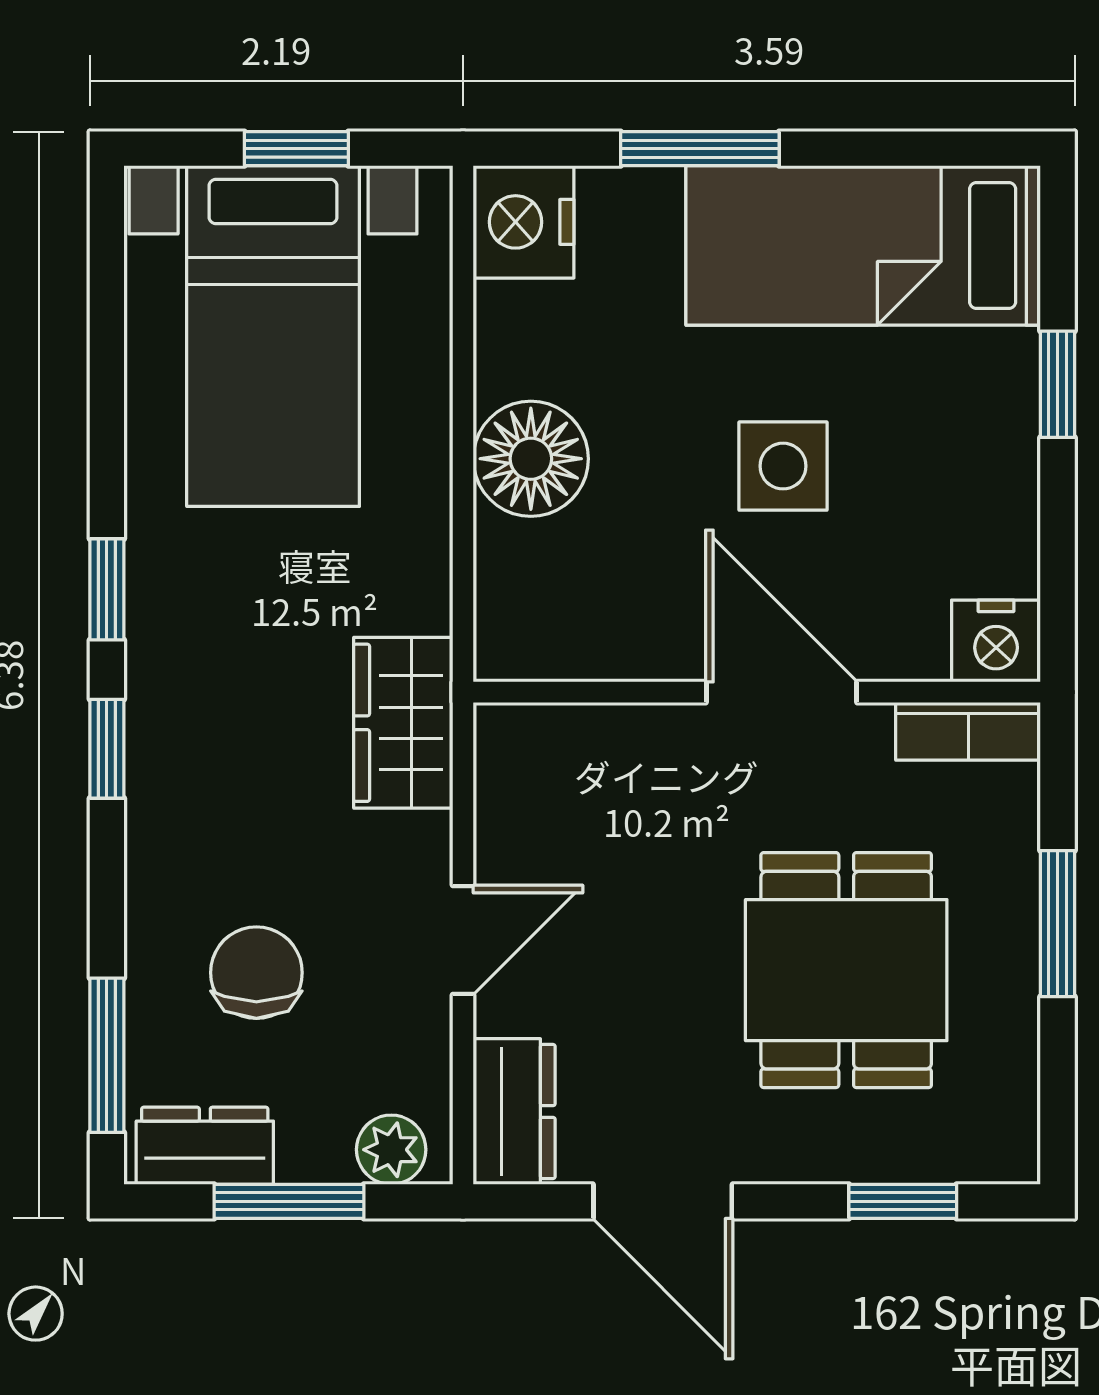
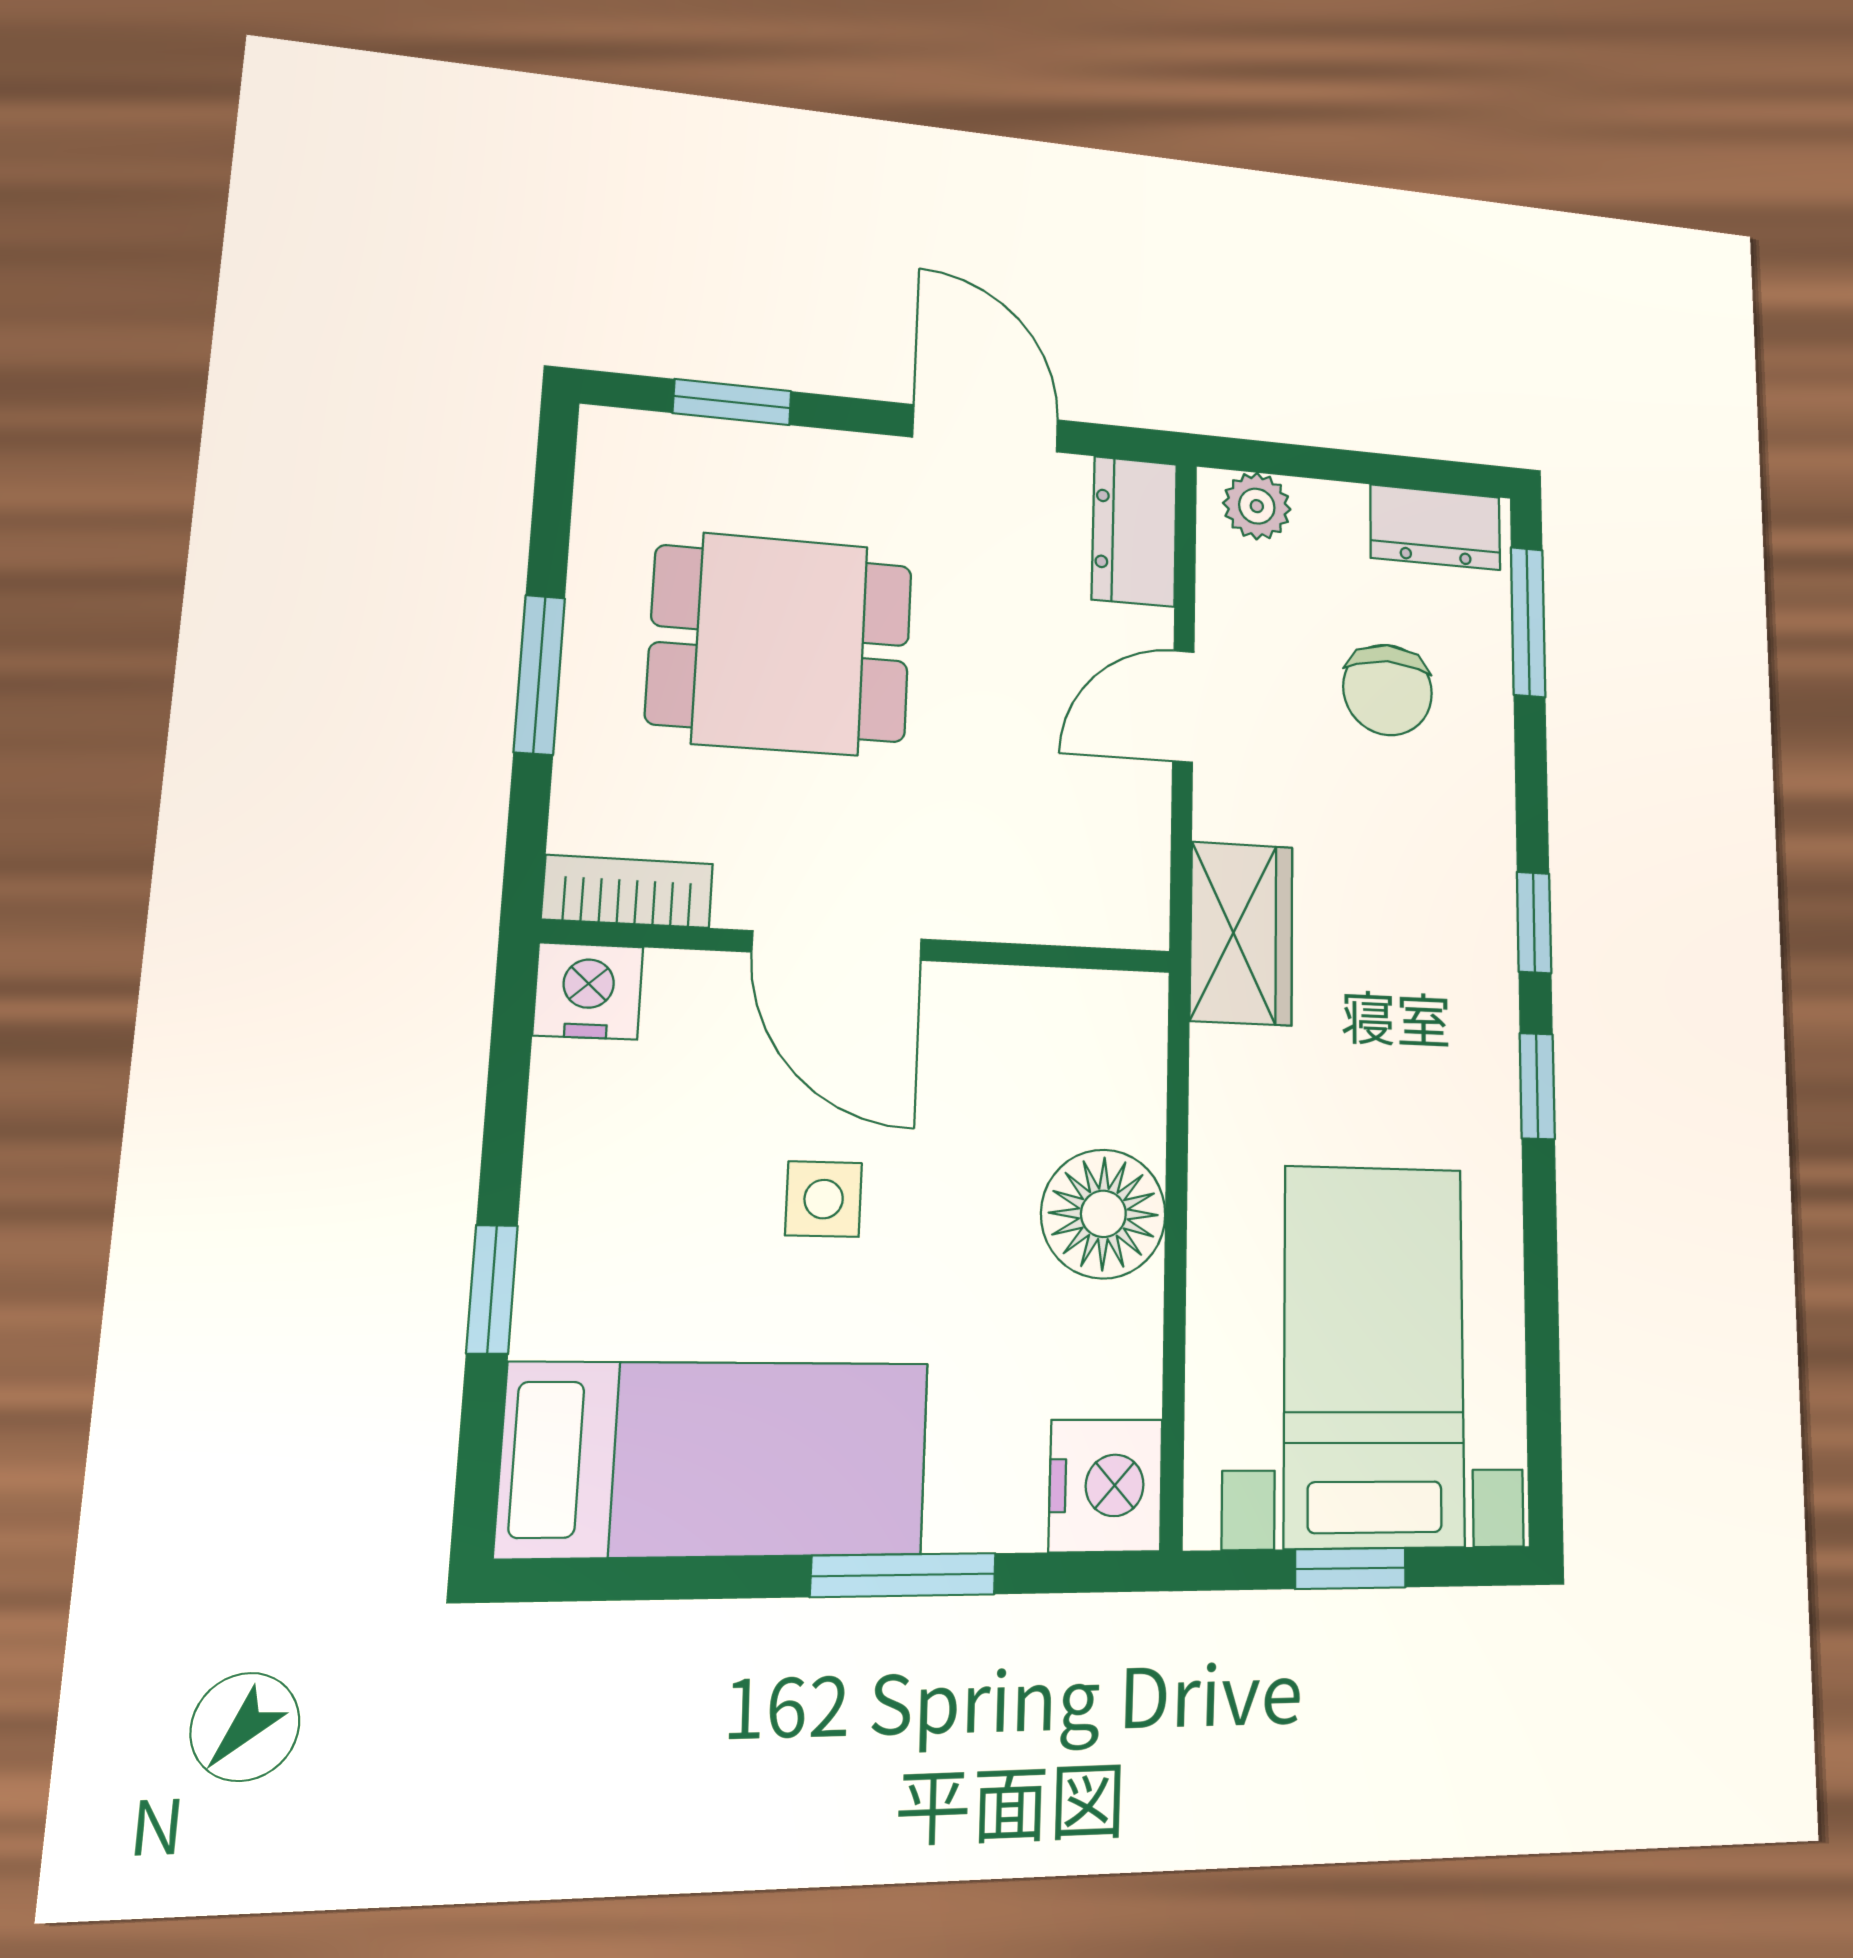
side table: (783, 466) -> (824, 1199), width x0.73, depth x0.73
dining table: (846, 970) -> (780, 644), turned 90
window: (289, 1201) -> (1356, 467), removed

